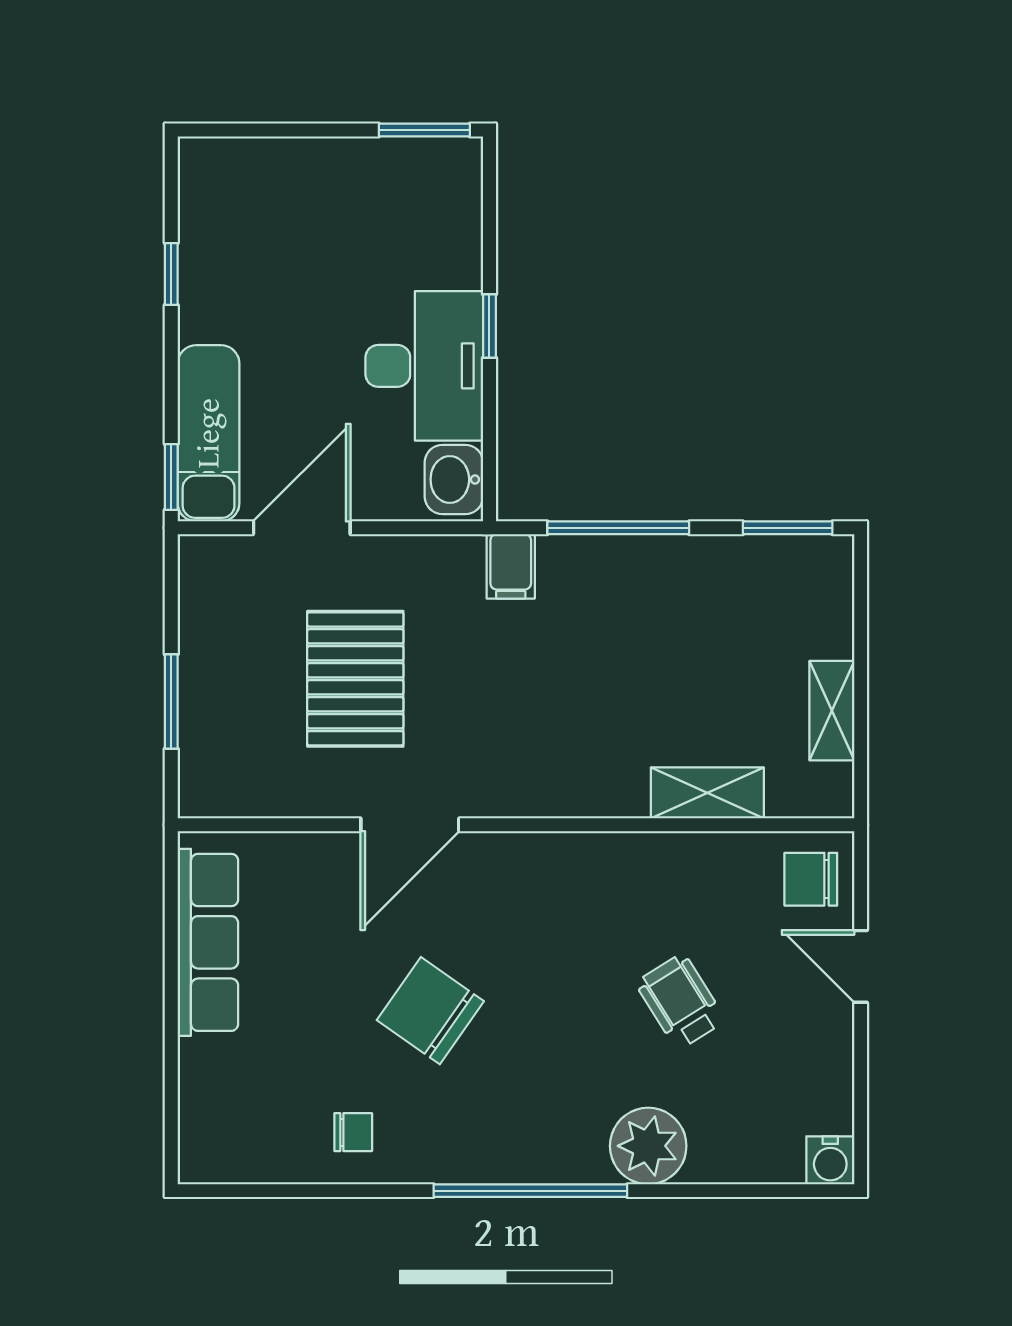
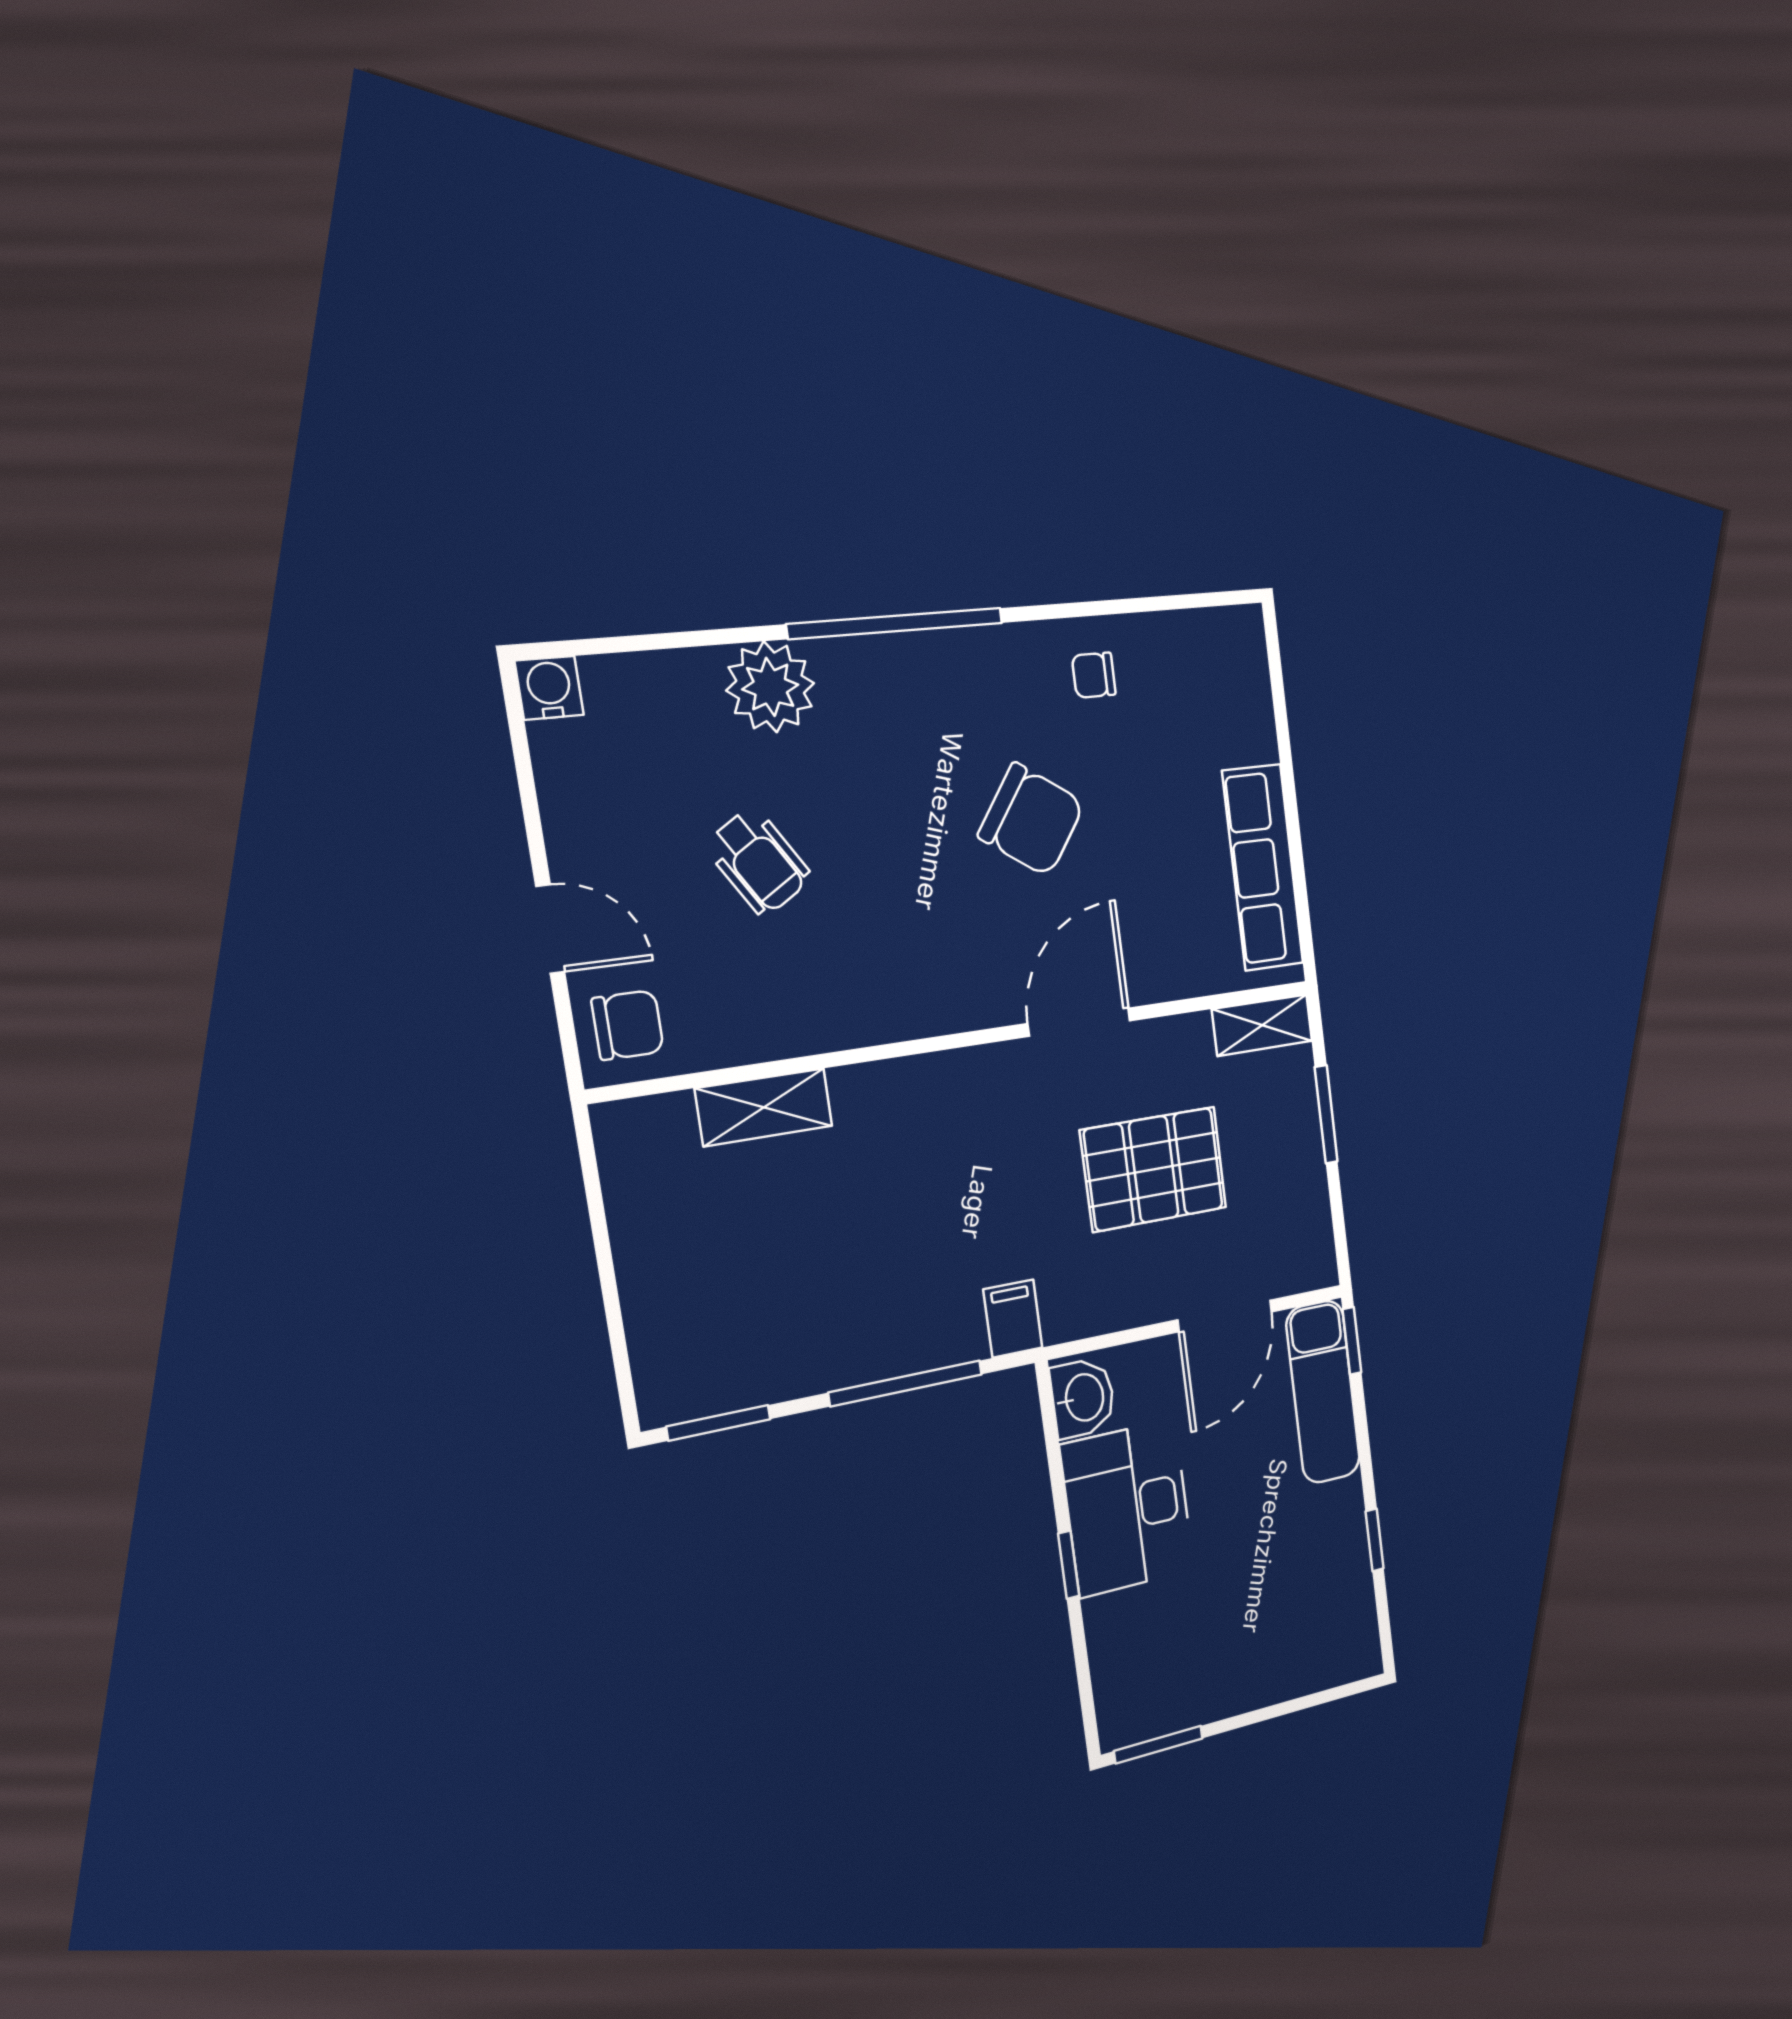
pallet: (355, 679) -> (1154, 1169), turned 90
shelving: (832, 711) -> (1262, 1025), moved, turned 90

